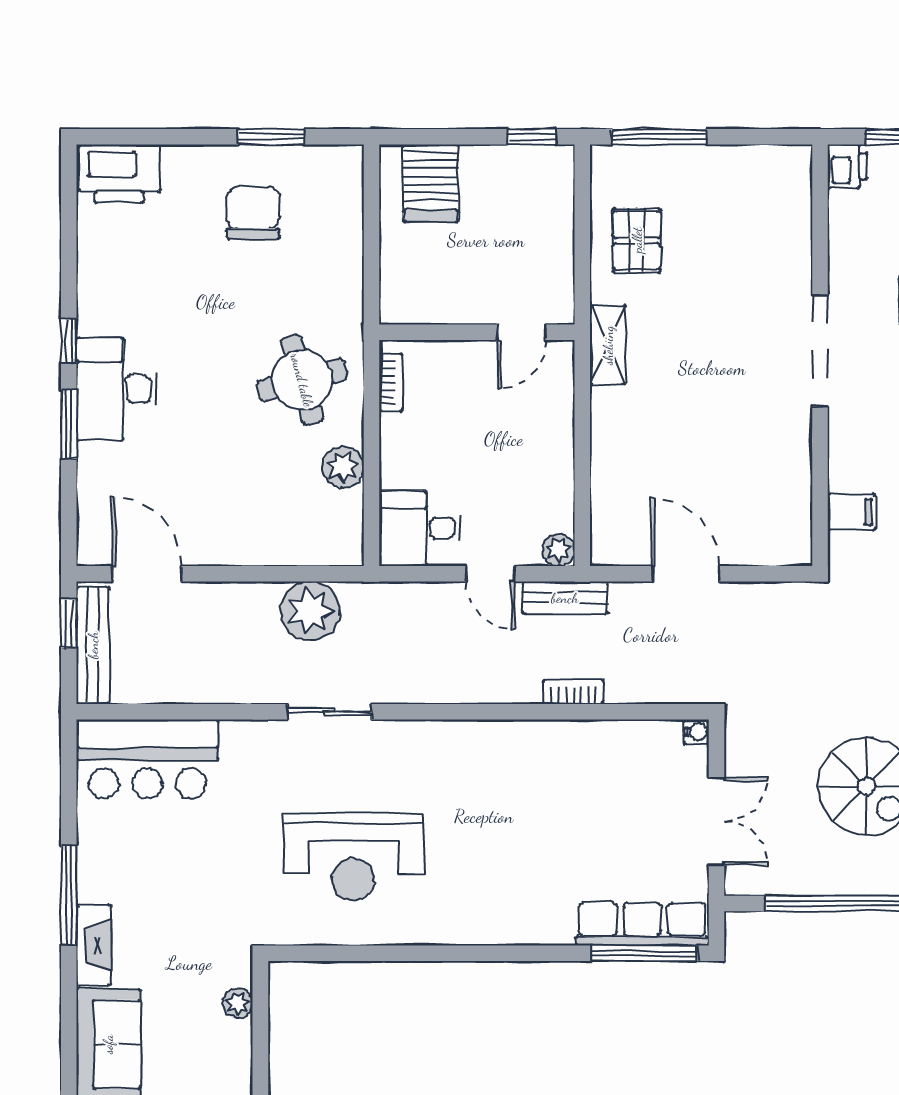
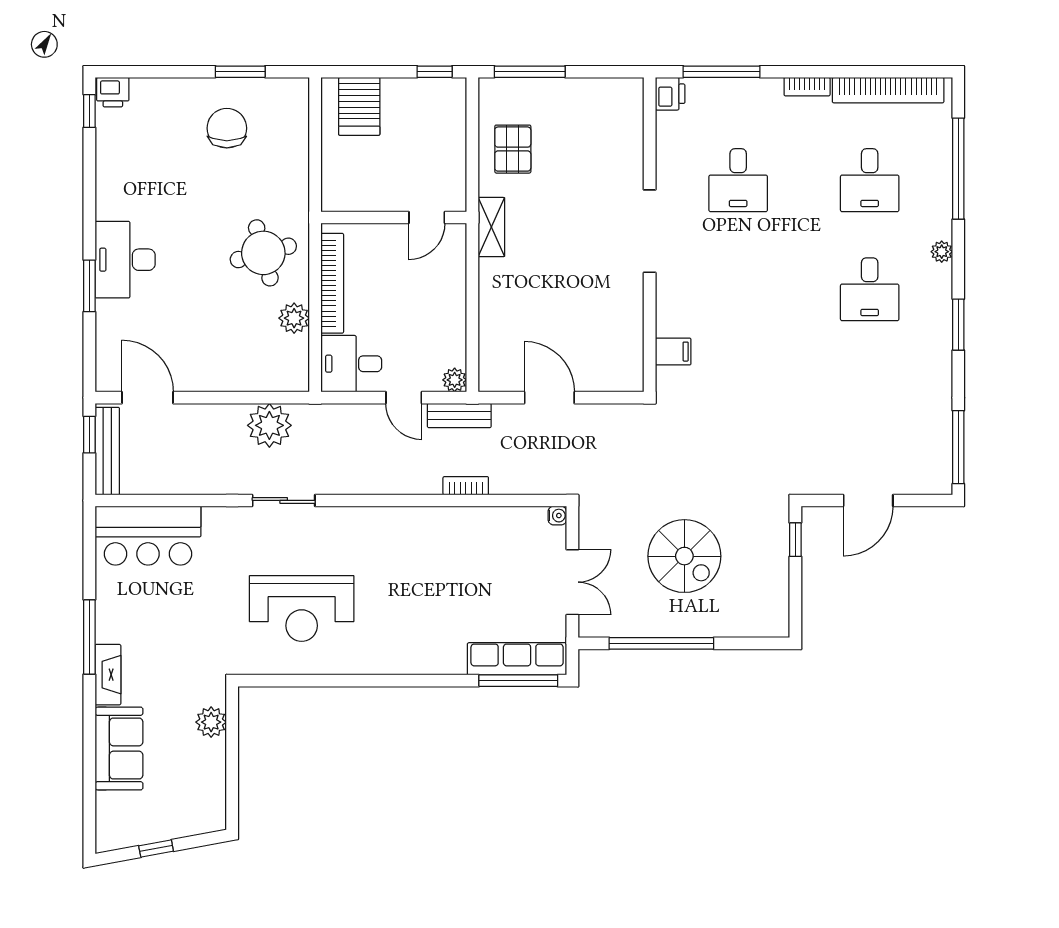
printer: (119, 174) -> (113, 92), width x0.53, depth x0.68
window: (69, 341) -> (89, 111), moved
bookcase: (391, 382) -> (332, 283), width x2.31, depth x1.31
plant: (238, 1003) -> (211, 722), width x1.38, depth x1.38

